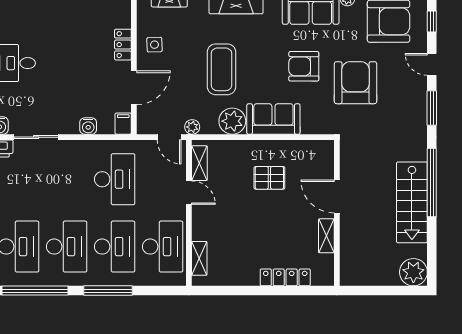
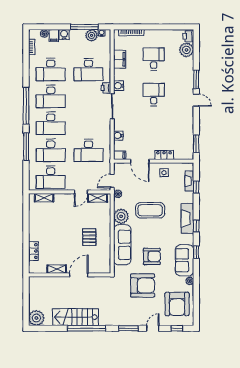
armchair: (304, 66) -> (152, 256), turned 90
sofa: (273, 119) -> (122, 245), width x1.36
locker: (285, 277) -> (33, 251), width x0.66

